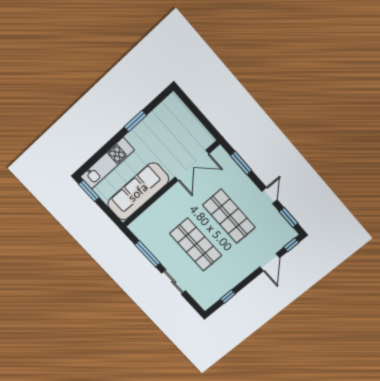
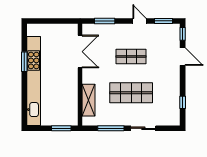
kitchen unit: (107, 163) -> (34, 81), width x1.86
window: (89, 191) -> (61, 128), moved
sofa: (138, 192) -> (67, 98), removed
shelving: (154, 212) -> (89, 100), added
shop shelf: (229, 216) -> (131, 56), width x0.70, depth x0.74

